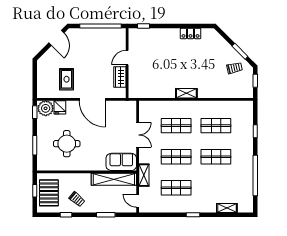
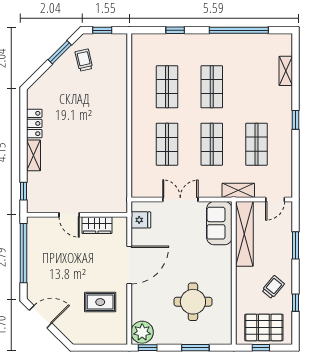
shelving: (186, 93) -> (33, 155), moved
fridge: (60, 107) -> (141, 220), moved

